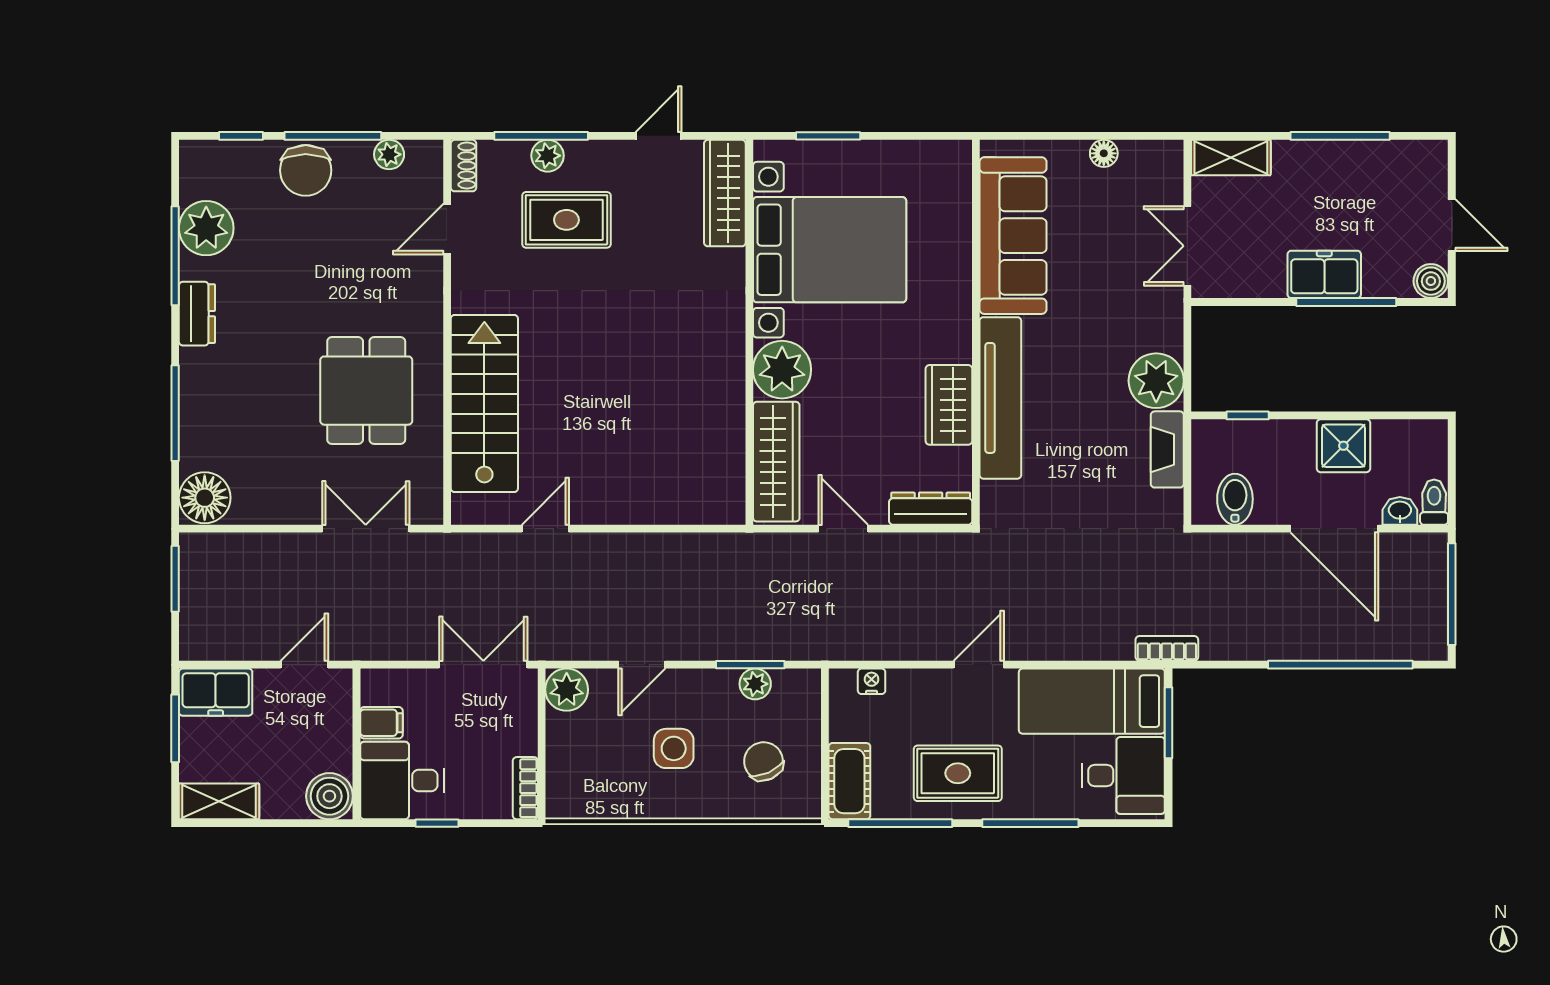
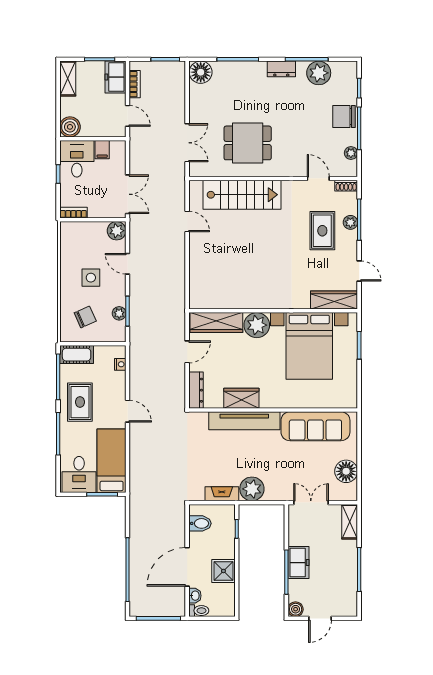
floor lamp: (1104, 153) -> (346, 471), width x1.89, depth x1.89
bookcase: (1167, 648) -> (135, 84), moved

